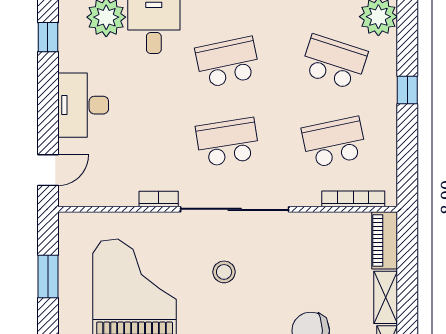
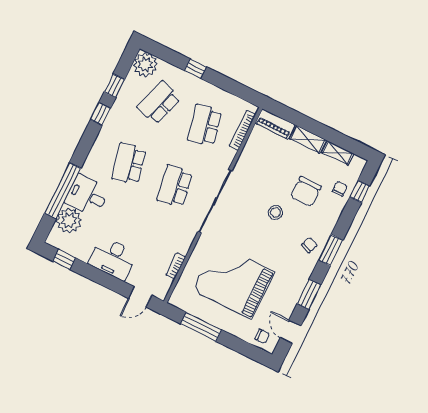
door: (48, 170) -> (140, 297), swing flipped
bookcase: (159, 199) -> (176, 266), moved
stool: (224, 272) -> (276, 213), moved
window: (48, 276) -> (201, 327), width x1.44

